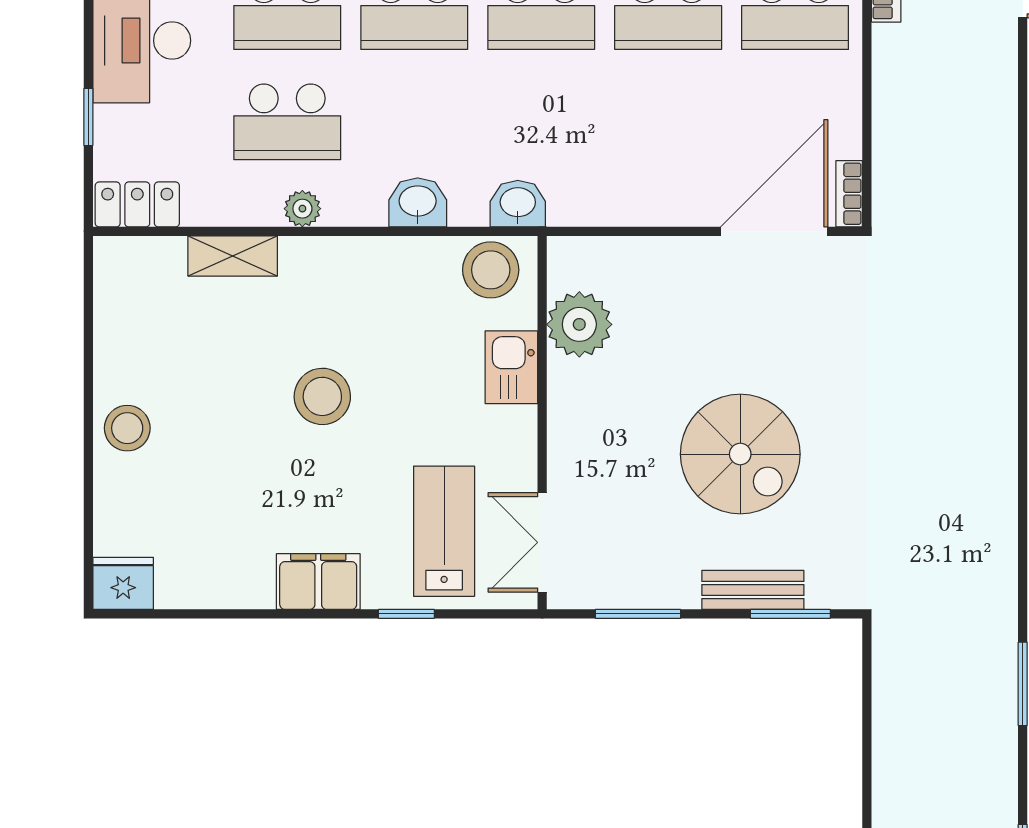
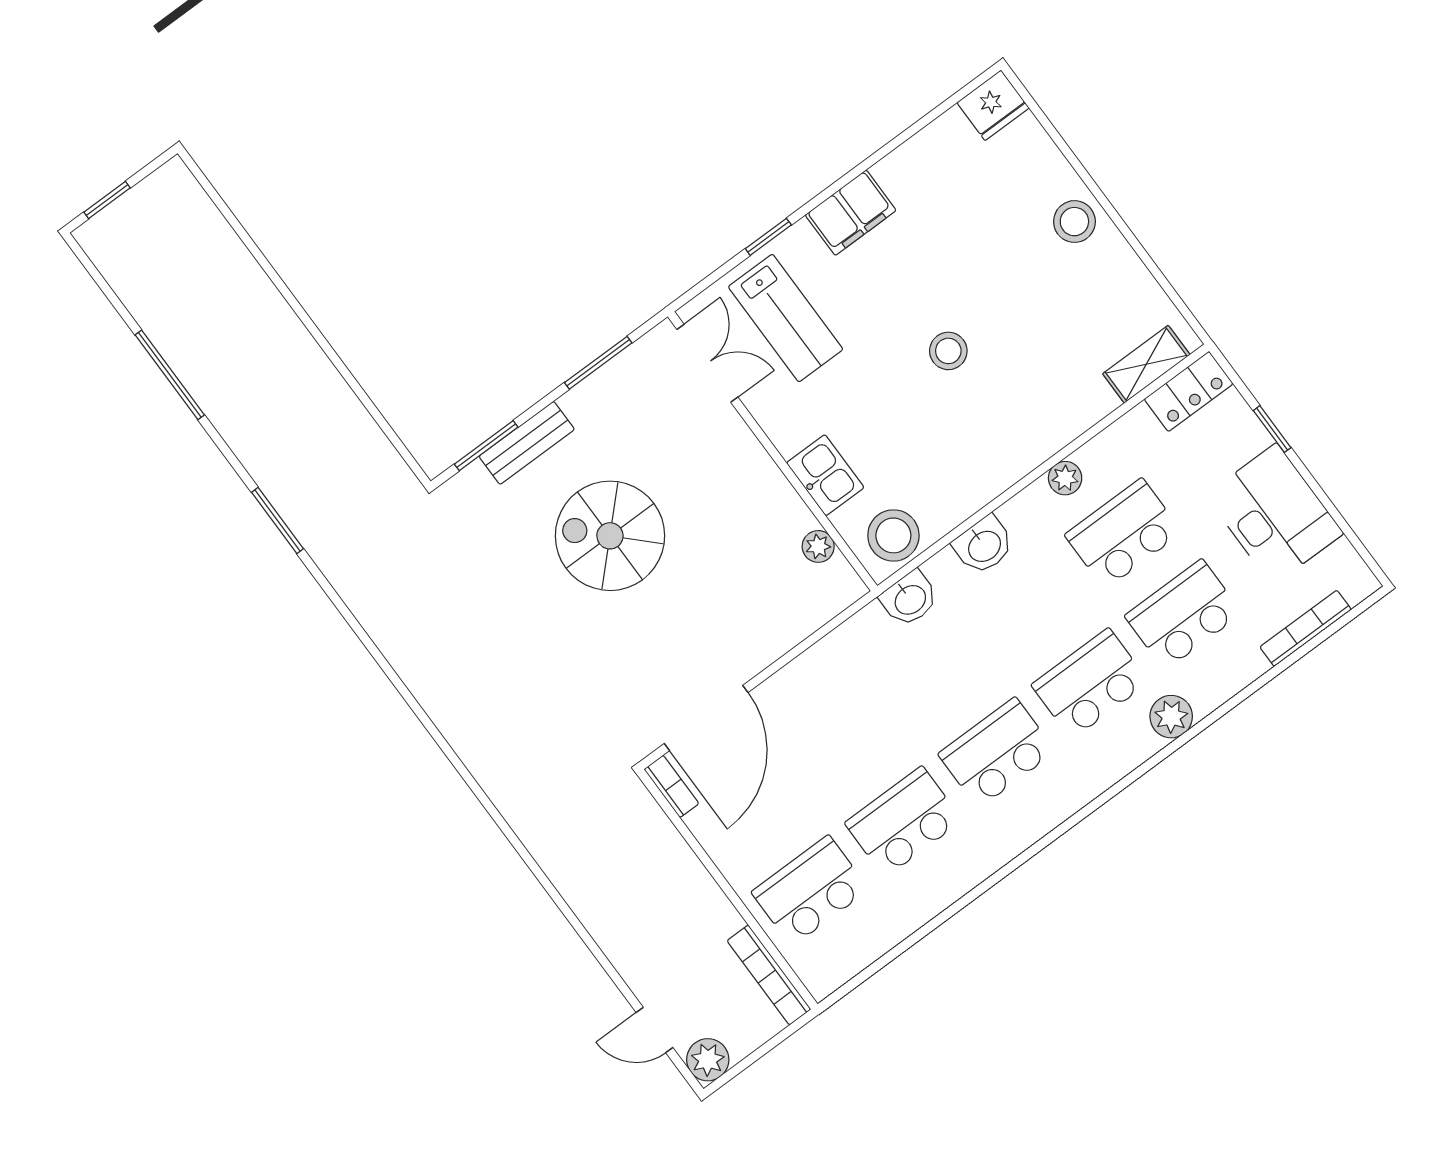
shelving: (233, 256) -> (1146, 364), moved
plant: (579, 324) -> (818, 546), width x0.53, depth x0.53
stool: (322, 396) -> (948, 351), width x0.73, depth x0.73

